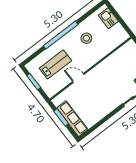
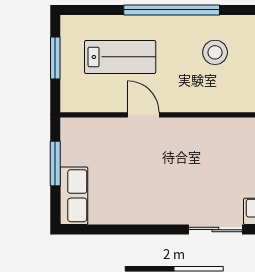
row of seats: (72, 119) -> (74, 196), width x0.68

